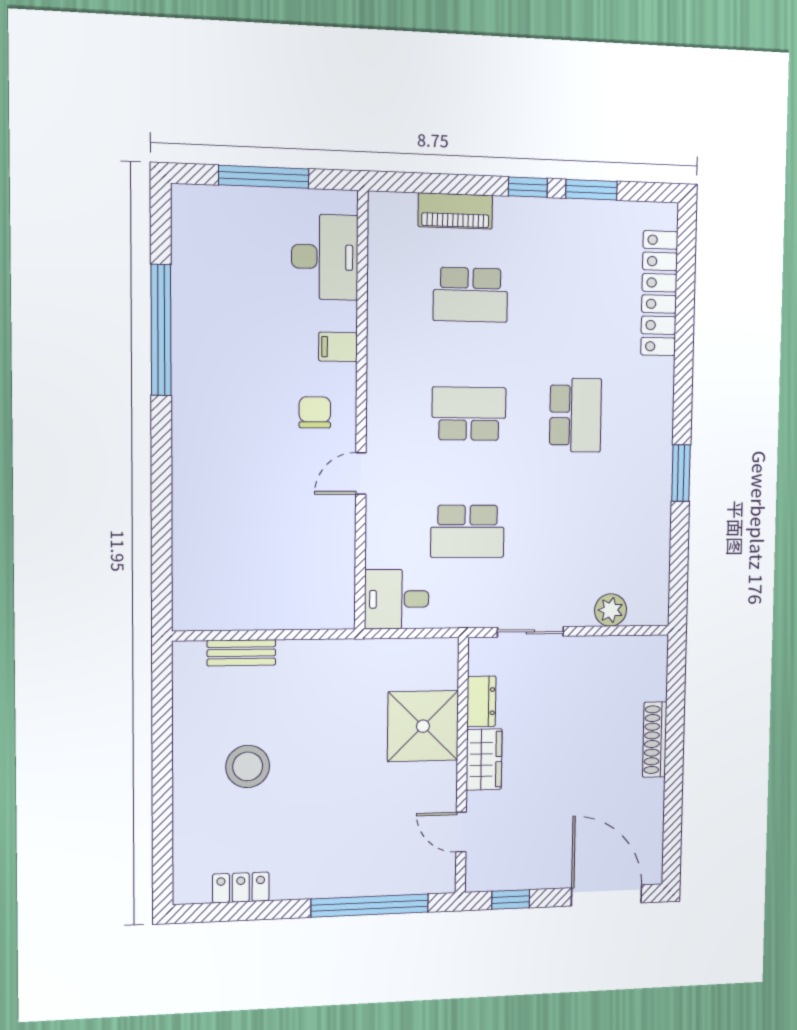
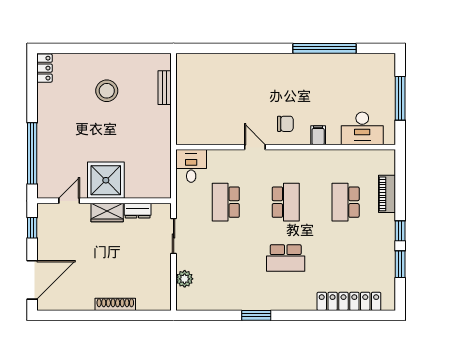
shower: (423, 726) -> (106, 180), moved
locker: (241, 887) -> (44, 68), moved

